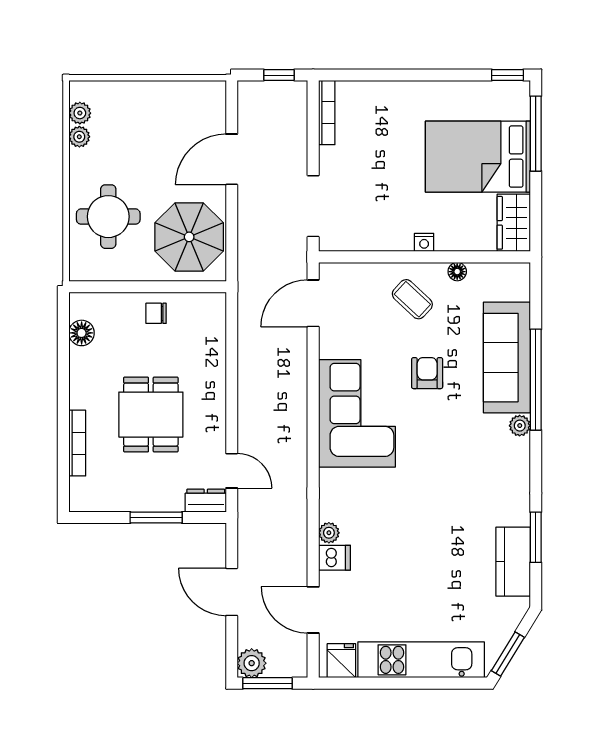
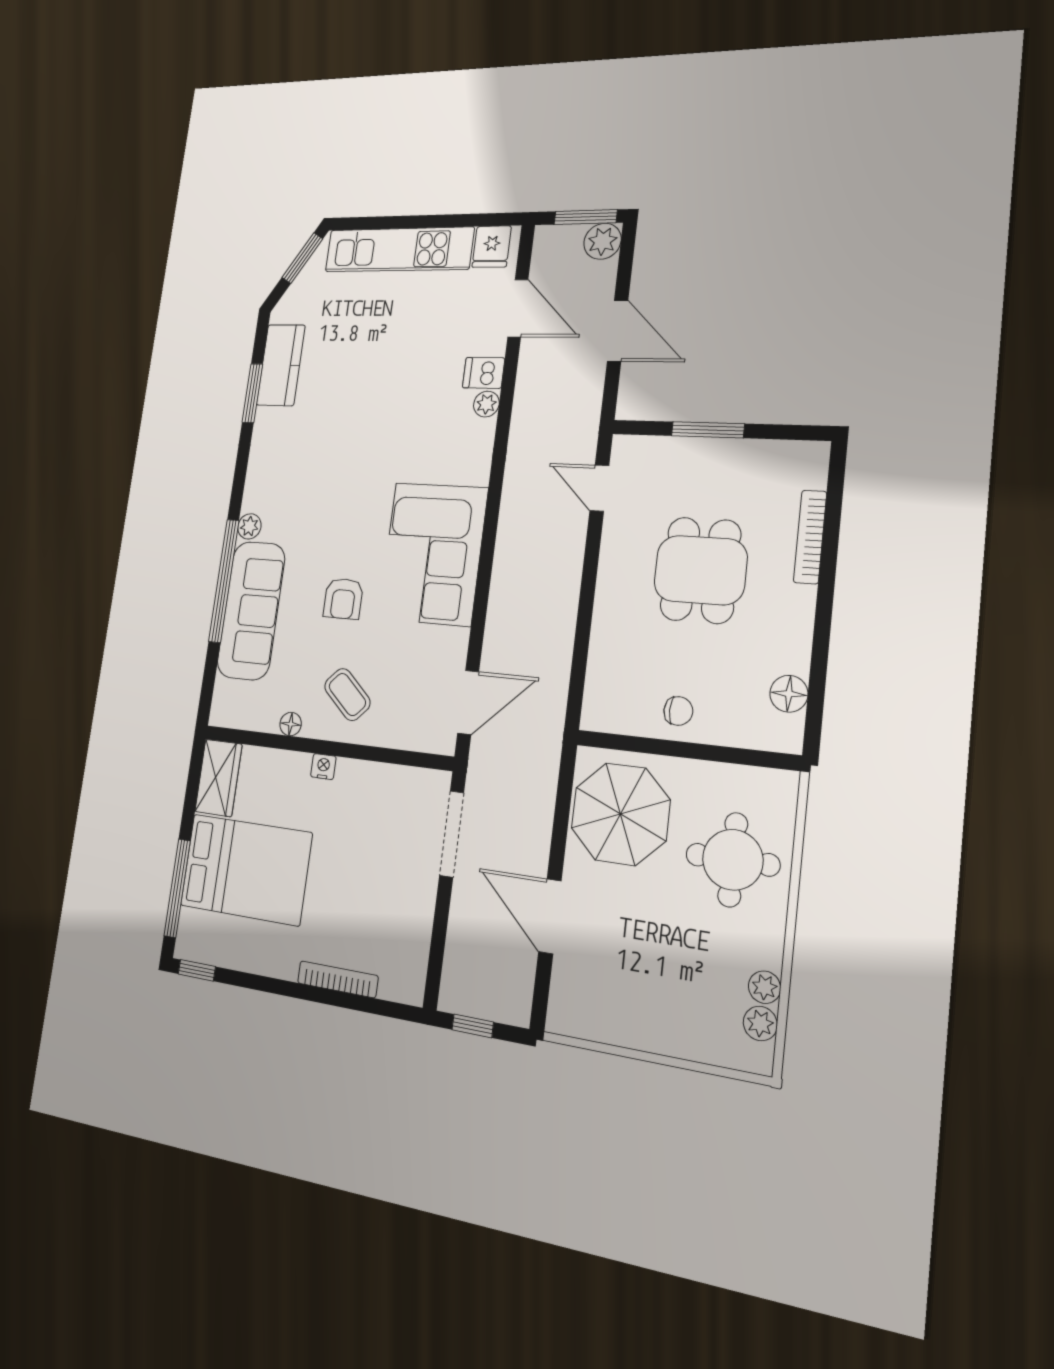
bookcase: (327, 113) -> (338, 979), moved, turned 90
door: (232, 159) -> (550, 916), swing flipped
dresser: (206, 501) -> (638, 450), removed

